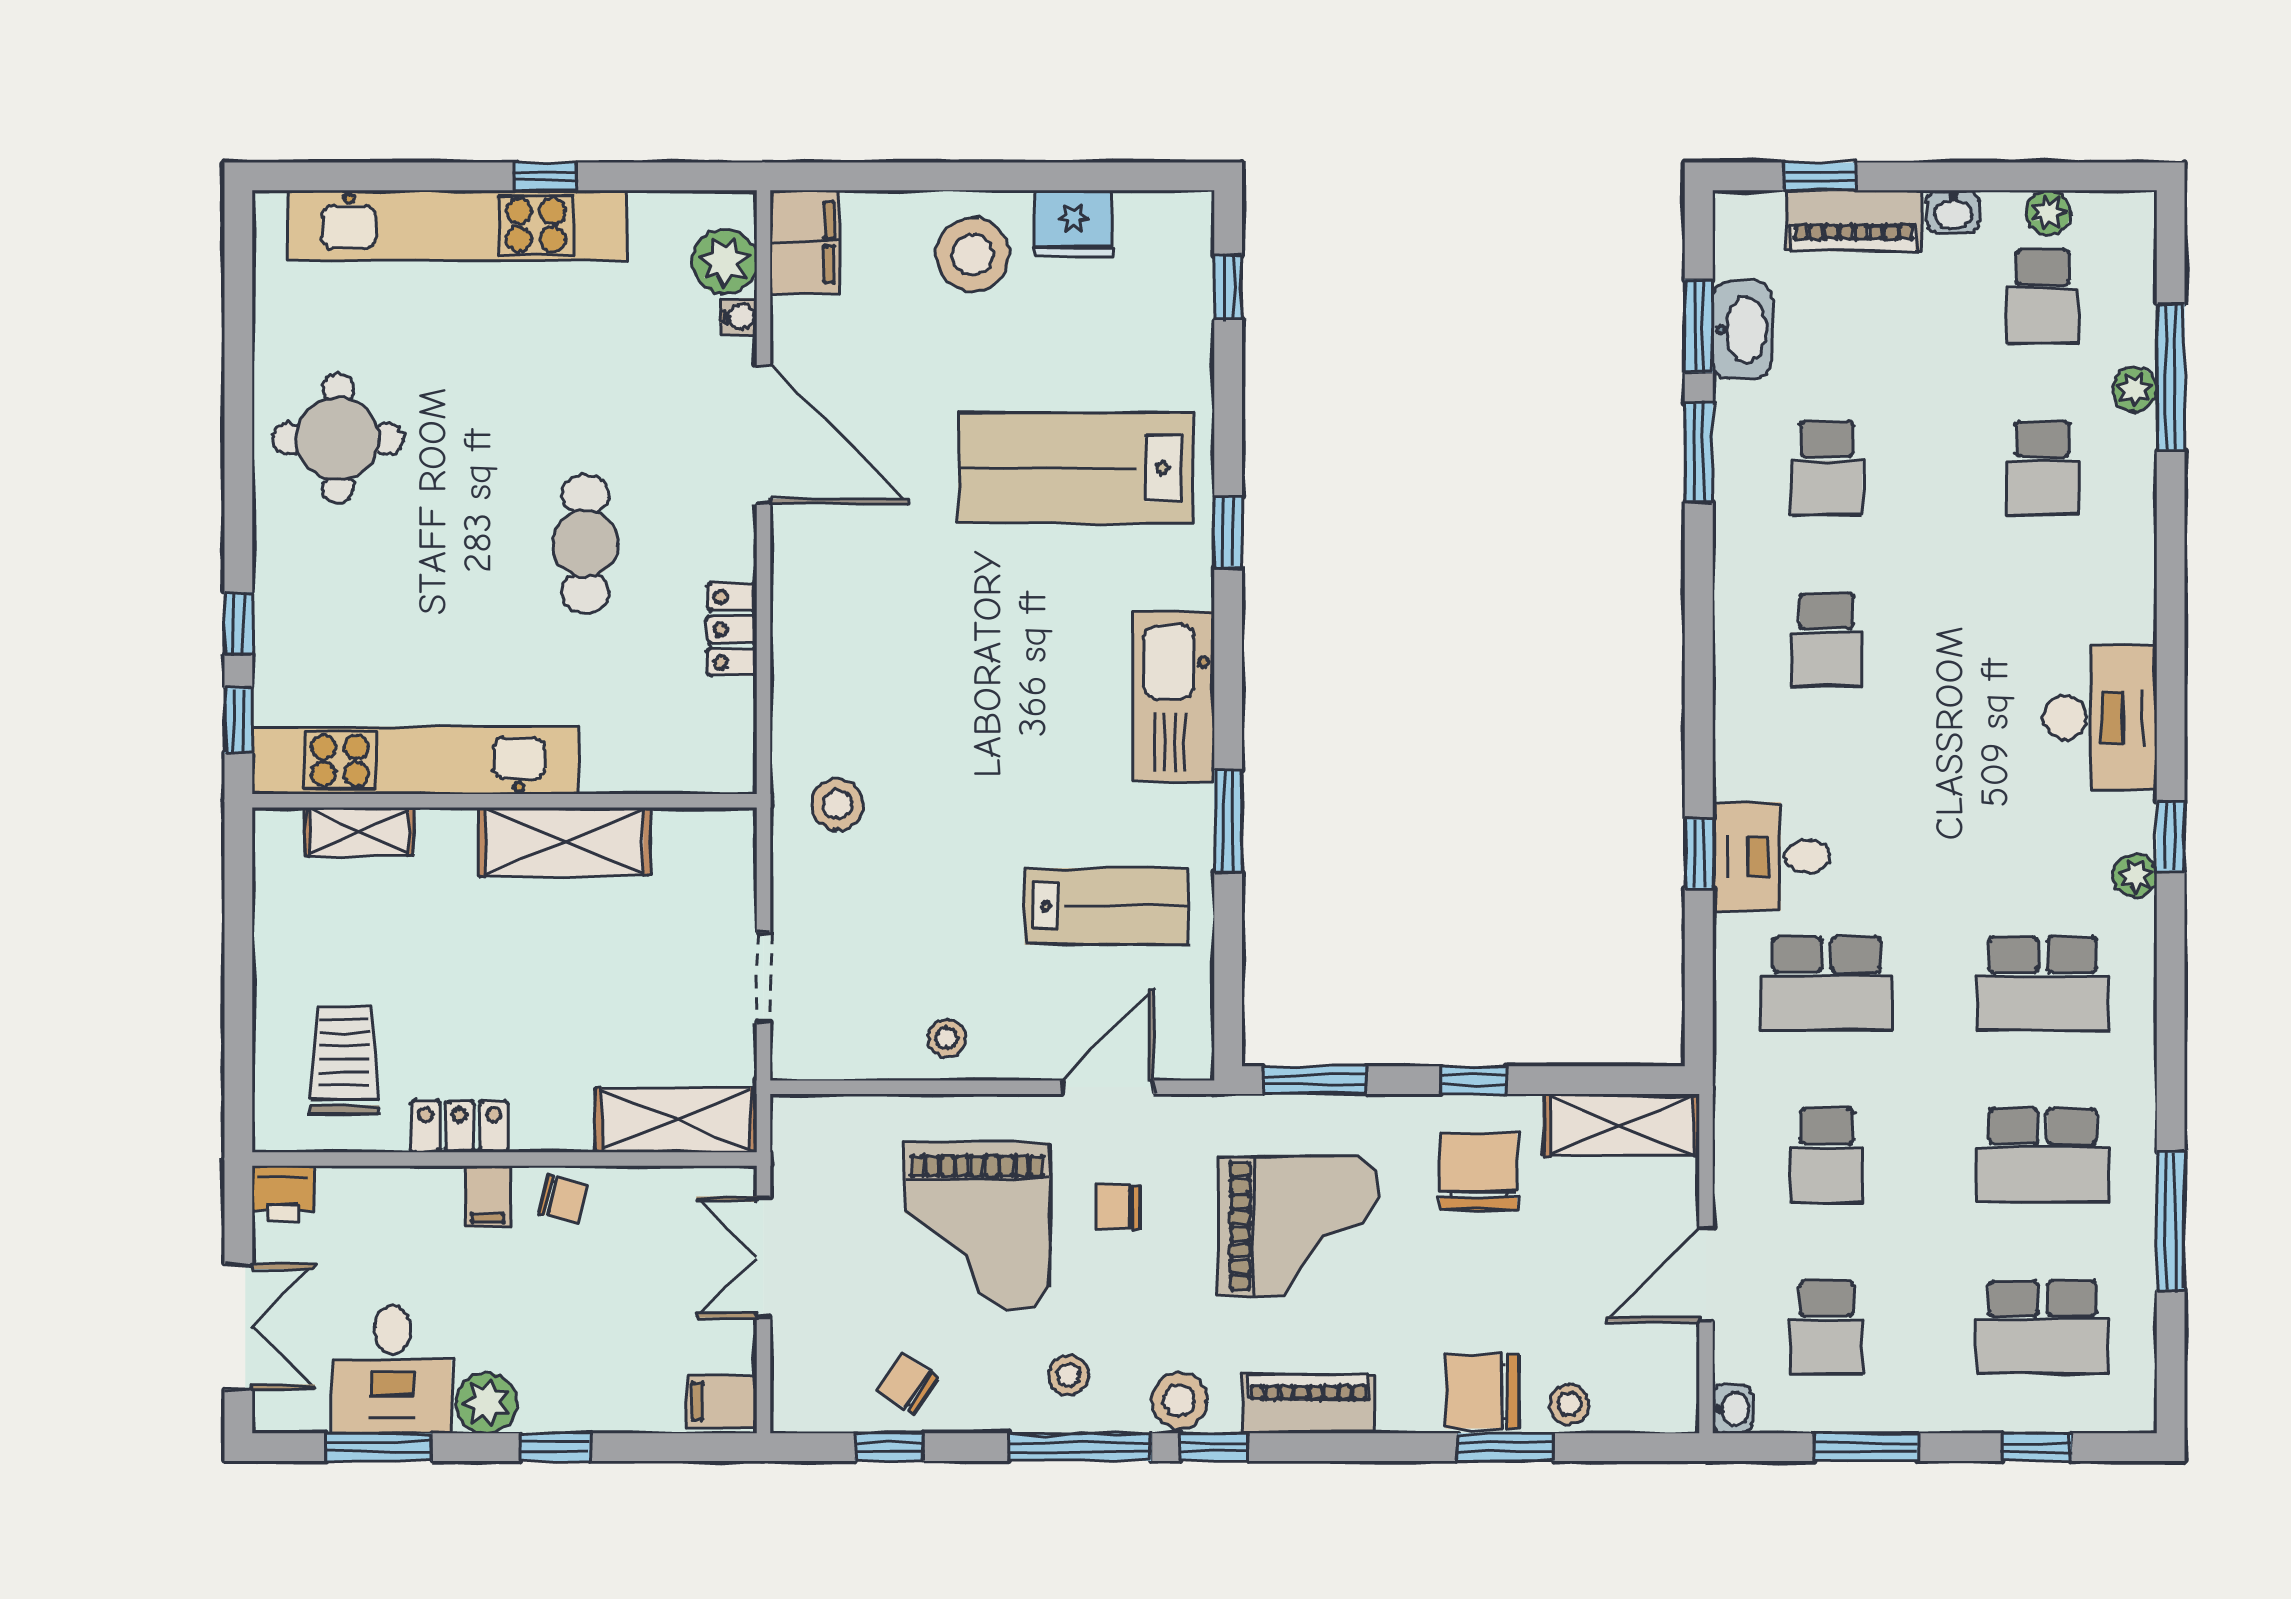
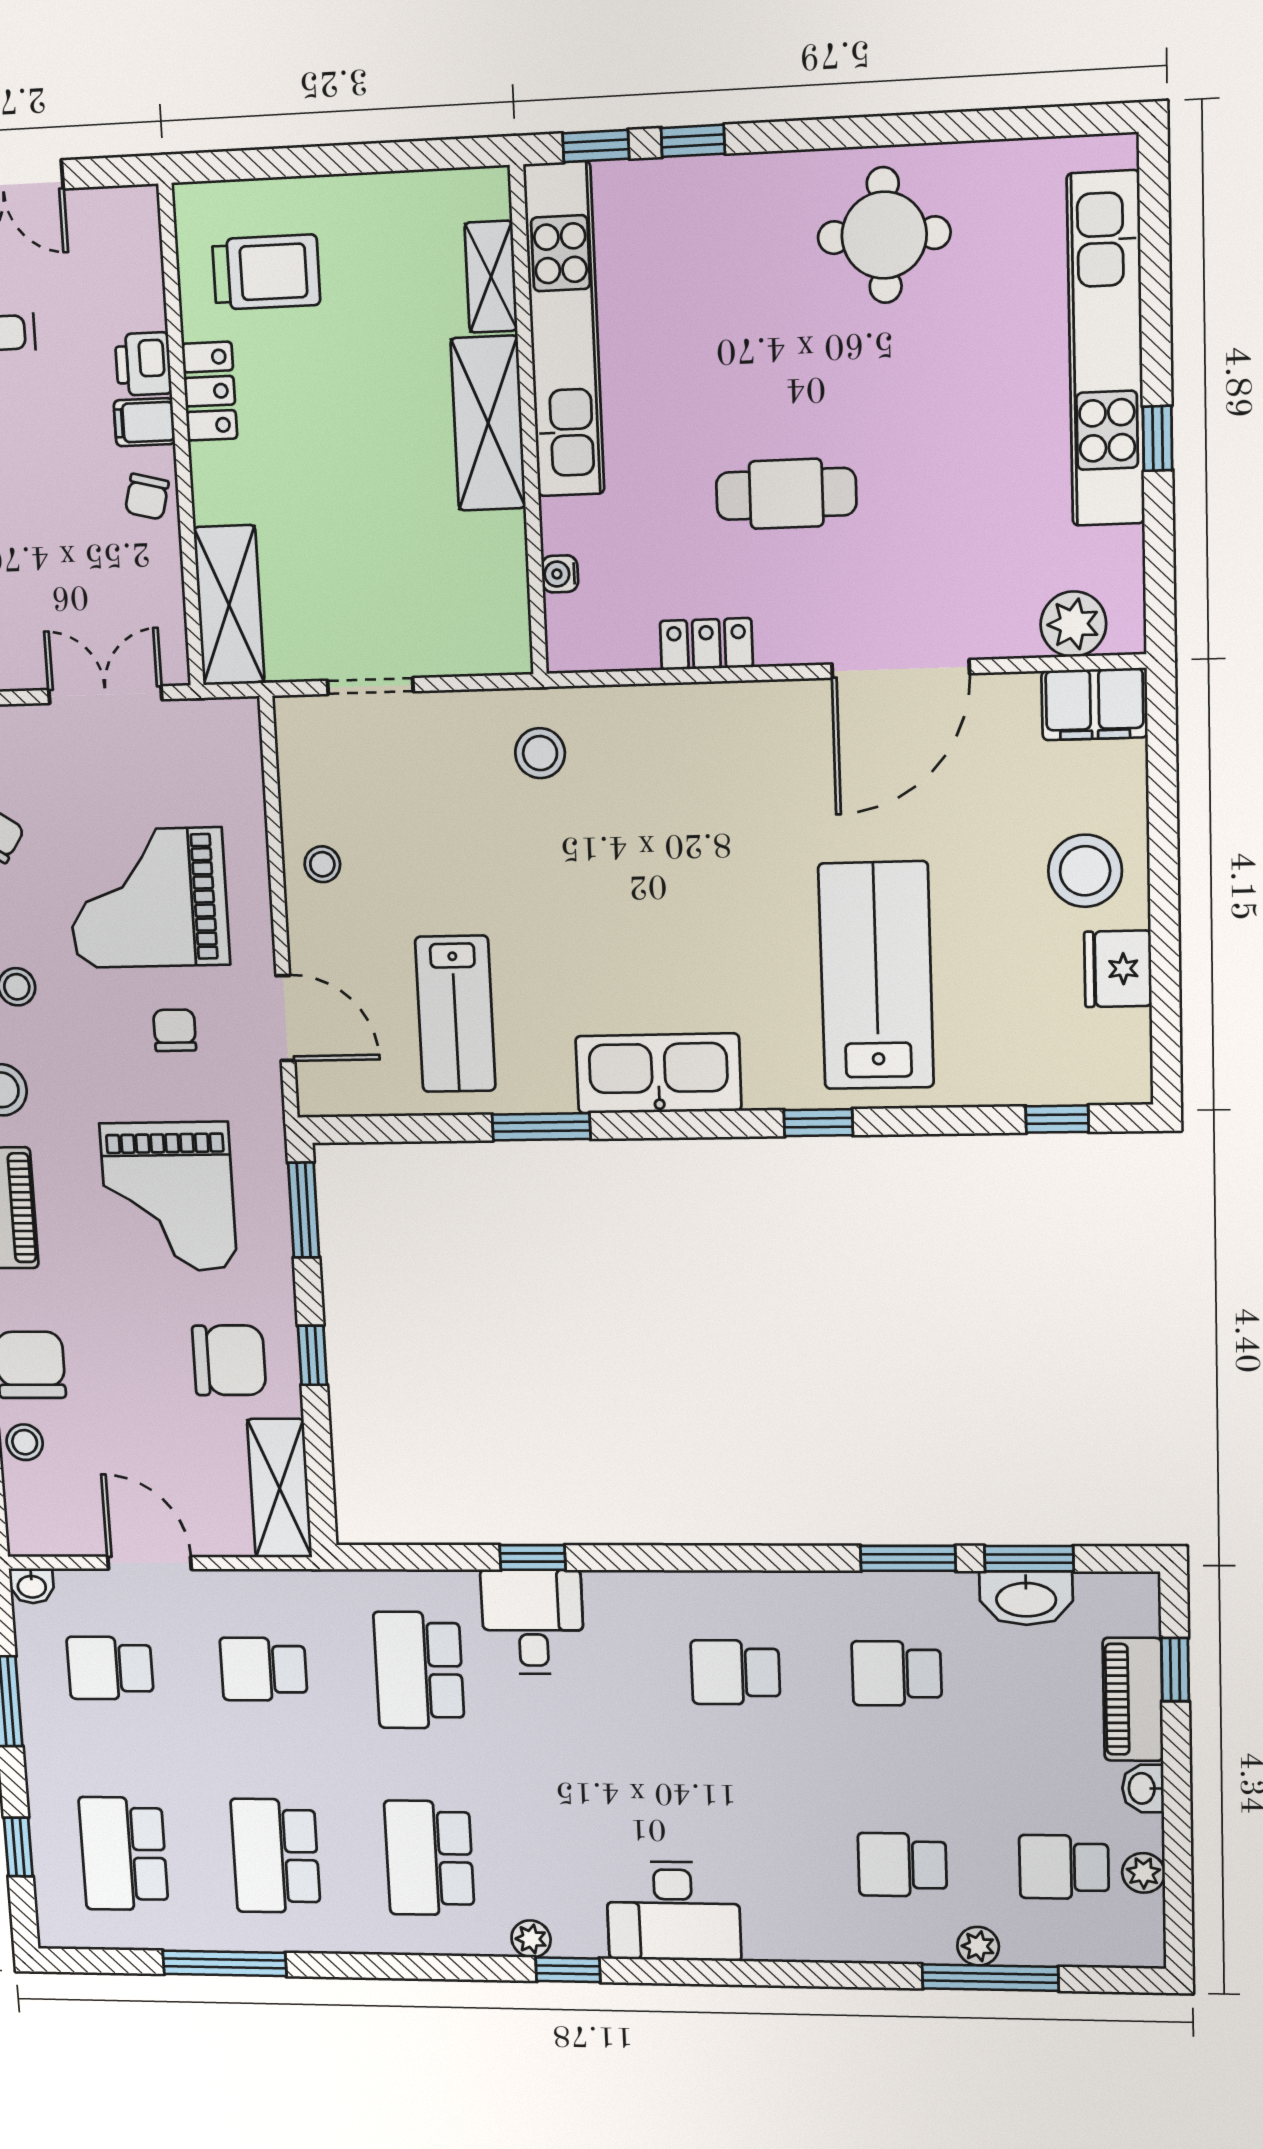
water cooler: (739, 317) -> (560, 574), moved, turned 90
shelving: (565, 842) -> (488, 423), moved
printer: (283, 1194) -> (143, 364), moved

